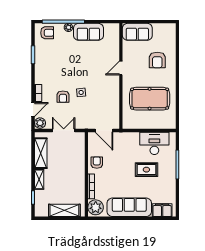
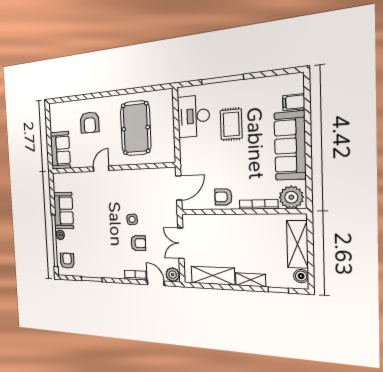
armchair: (157, 60) -> (90, 122), turned 90
door: (121, 68) -> (101, 169), swing flipped
filing cabinet: (162, 210) -> (294, 102), width x0.50
boiler: (43, 212) -> (301, 276), added

